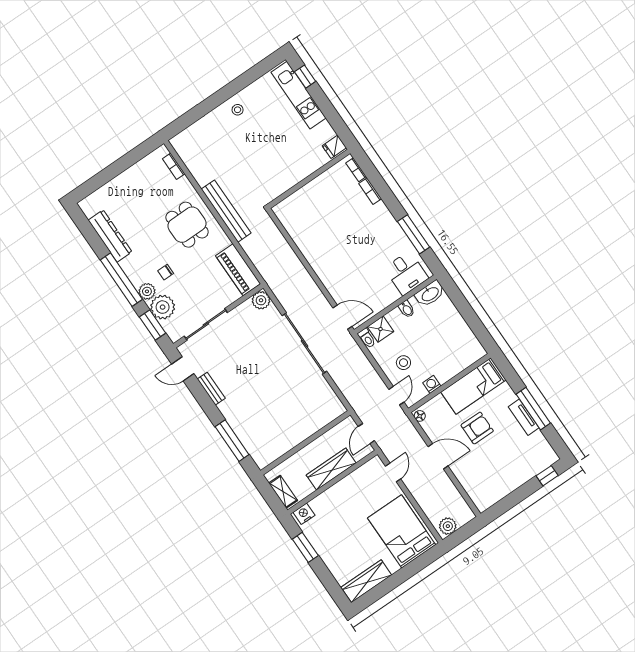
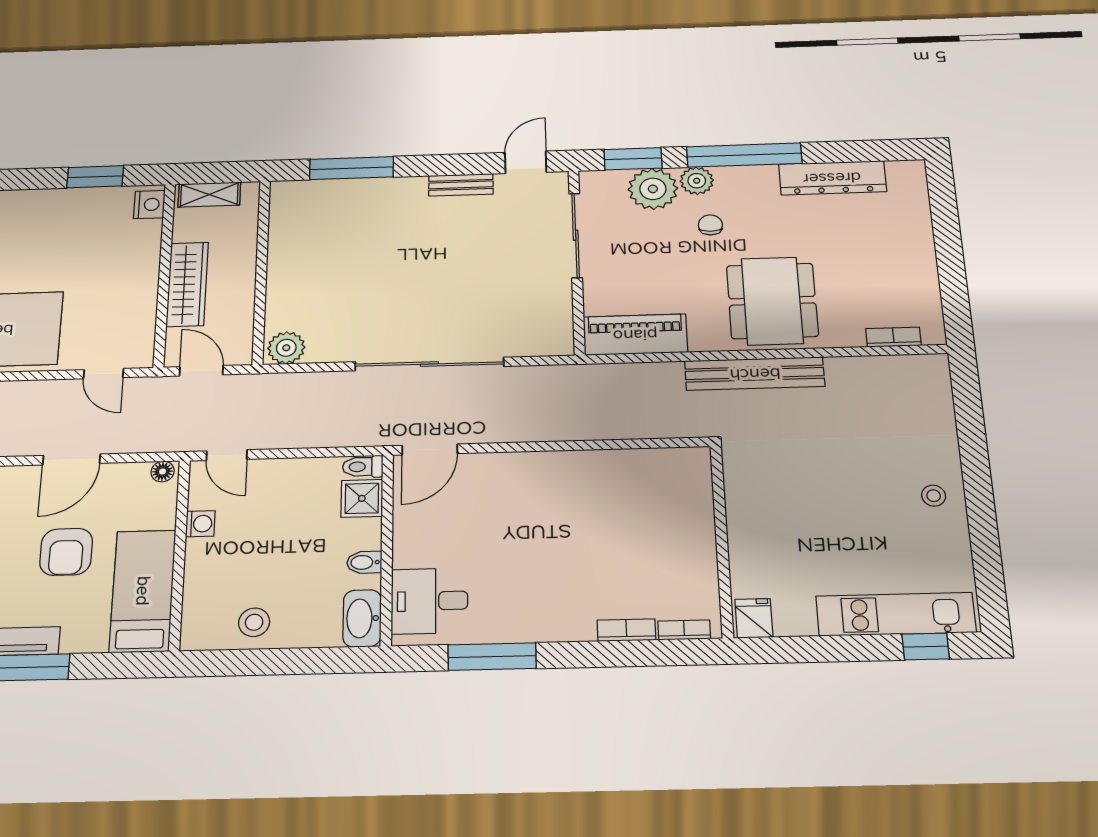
dining table: (187, 225) -> (772, 301), width x1.37
plant: (261, 300) -> (286, 348), moved
stool: (403, 363) -> (254, 622), moved

